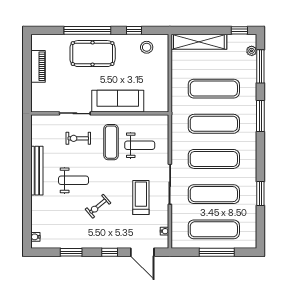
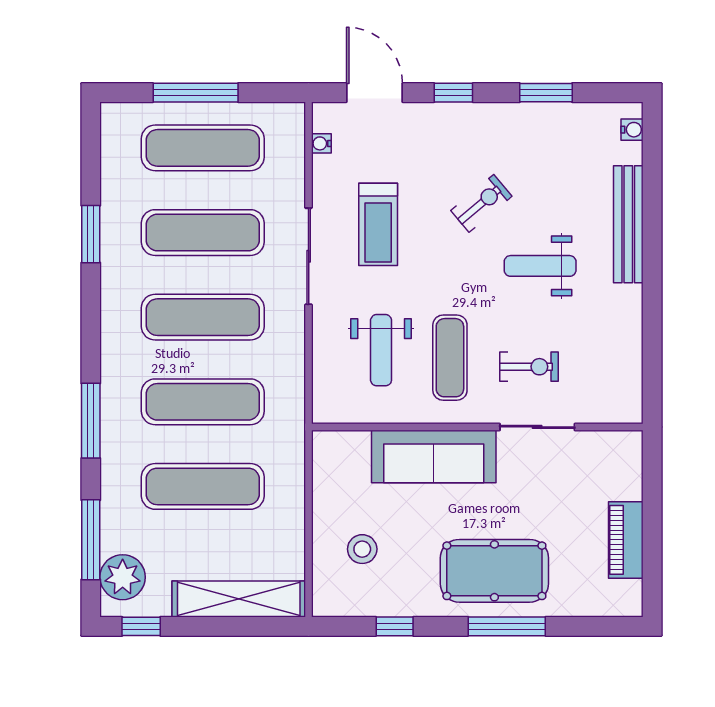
window: (87, 30) -> (507, 626), width x0.68
stool: (147, 47) -> (362, 549), moved
plant: (252, 51) -> (123, 577), width x1.88, depth x1.88
weight bench: (140, 145) -> (381, 350), turned -90
bench: (37, 171) -> (628, 224), moved

